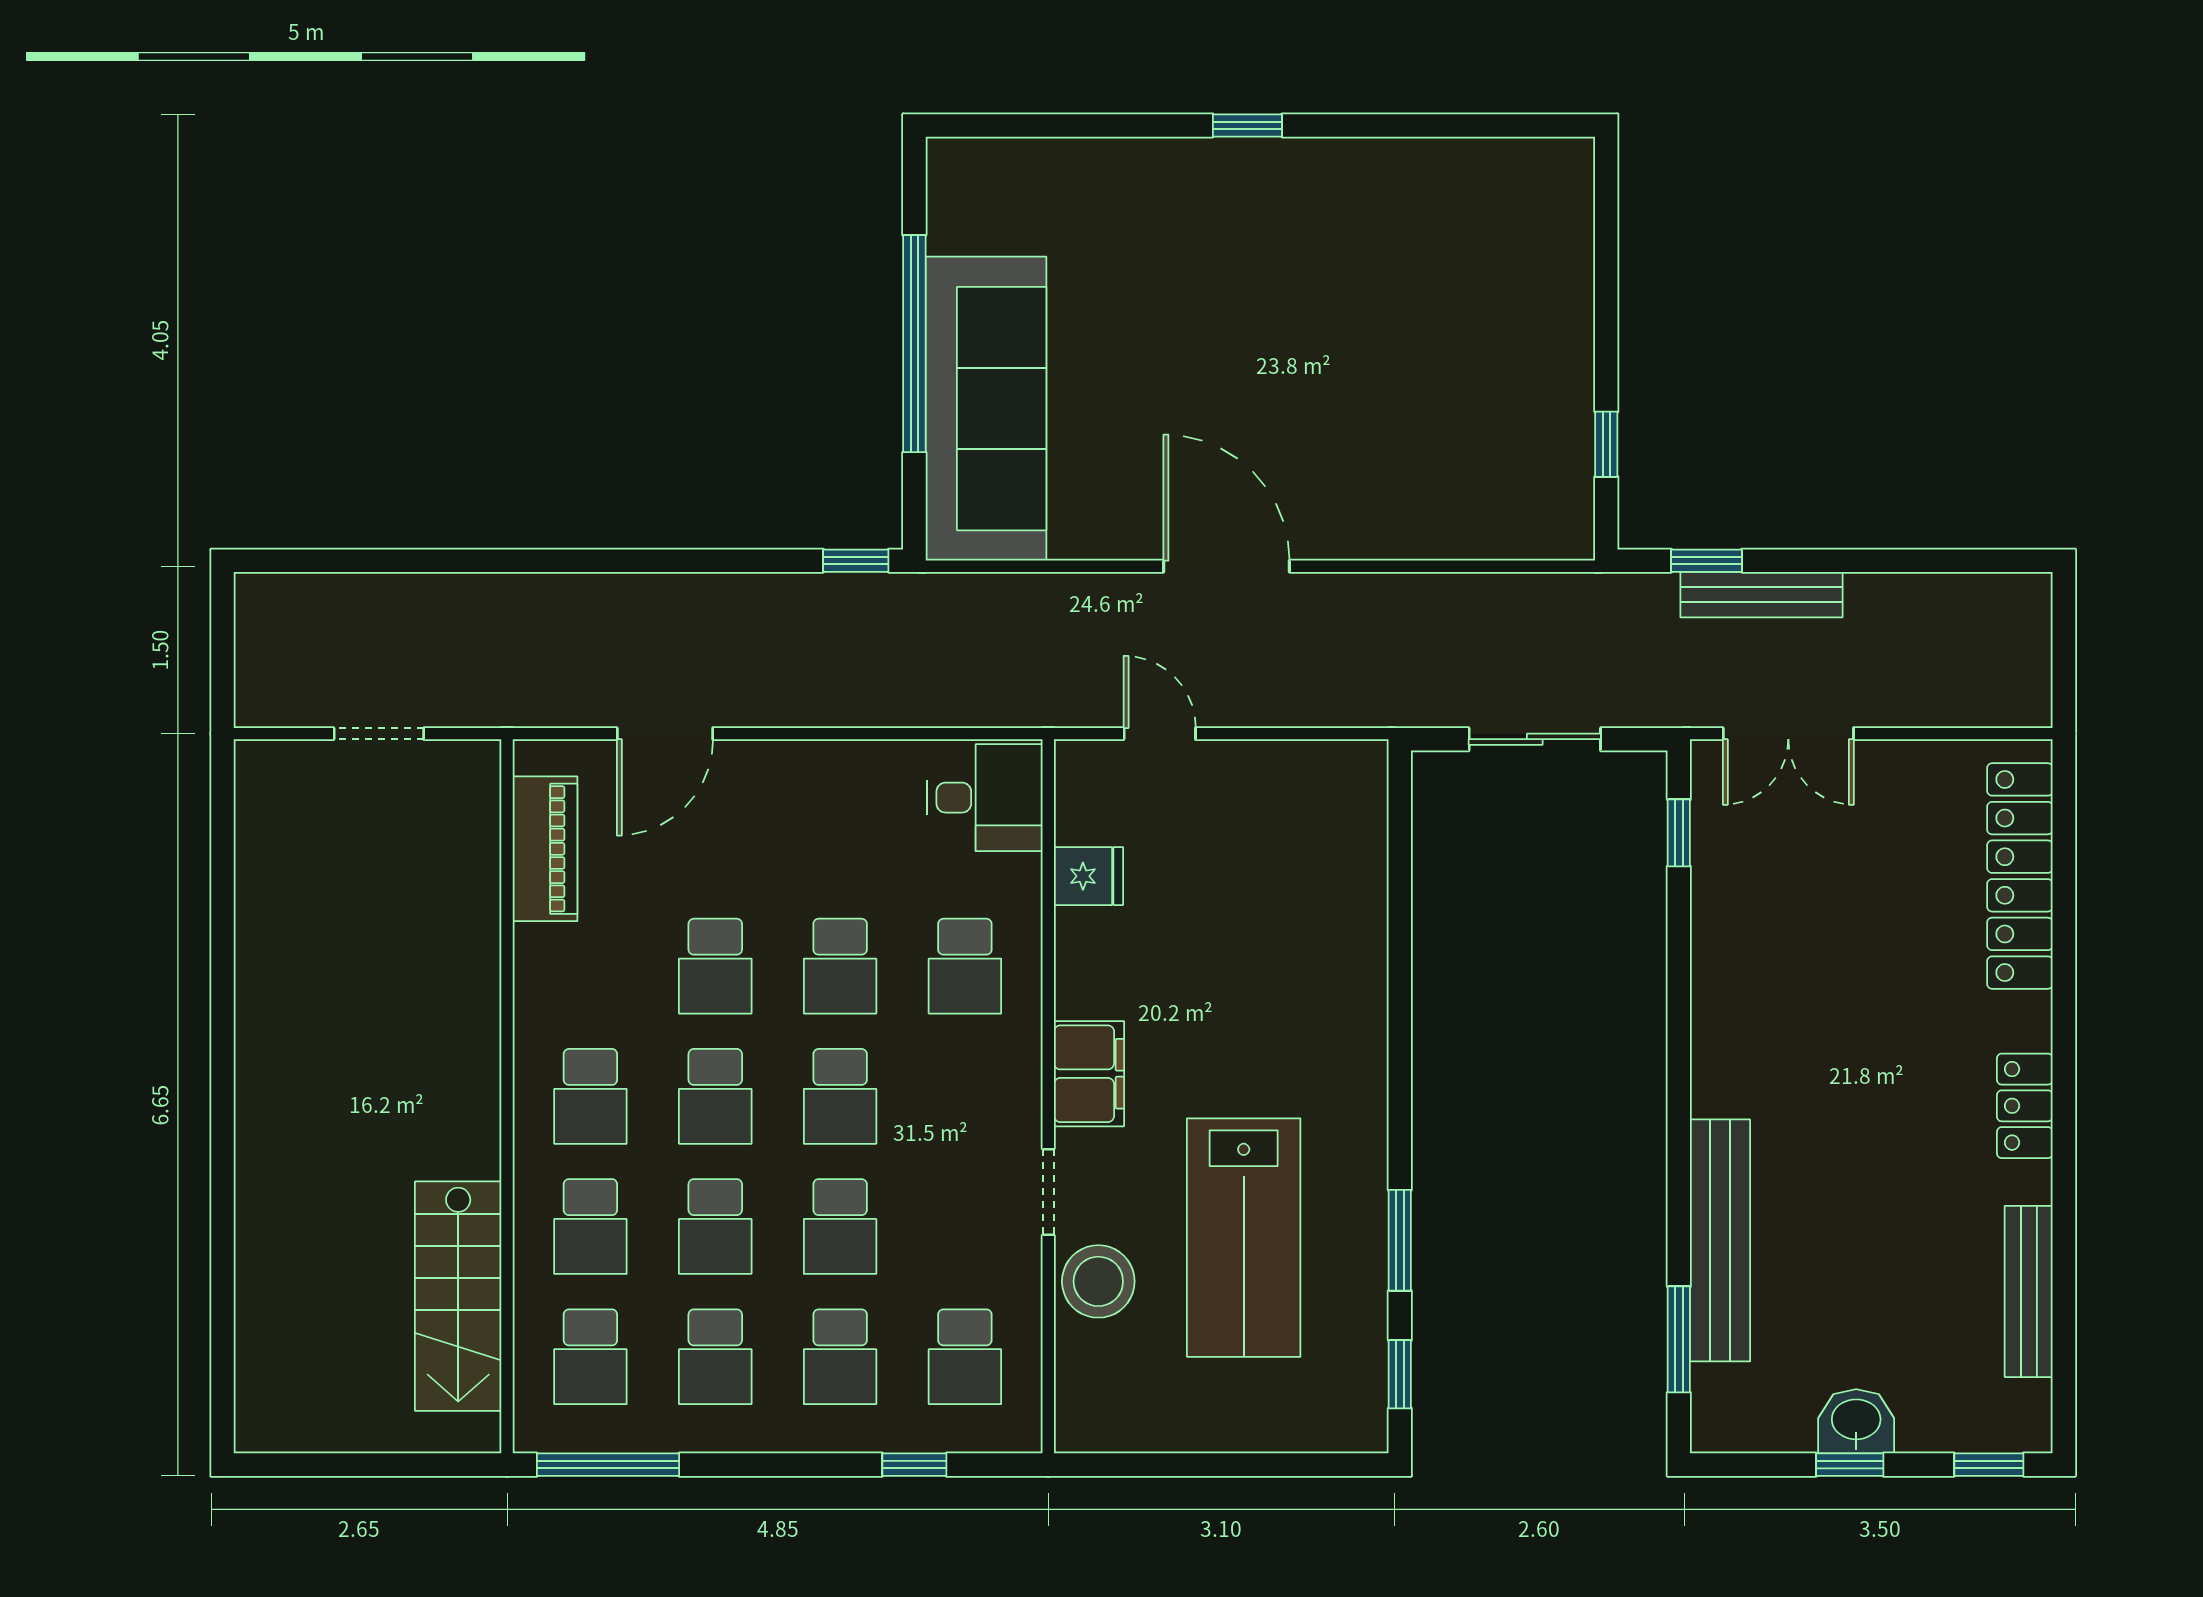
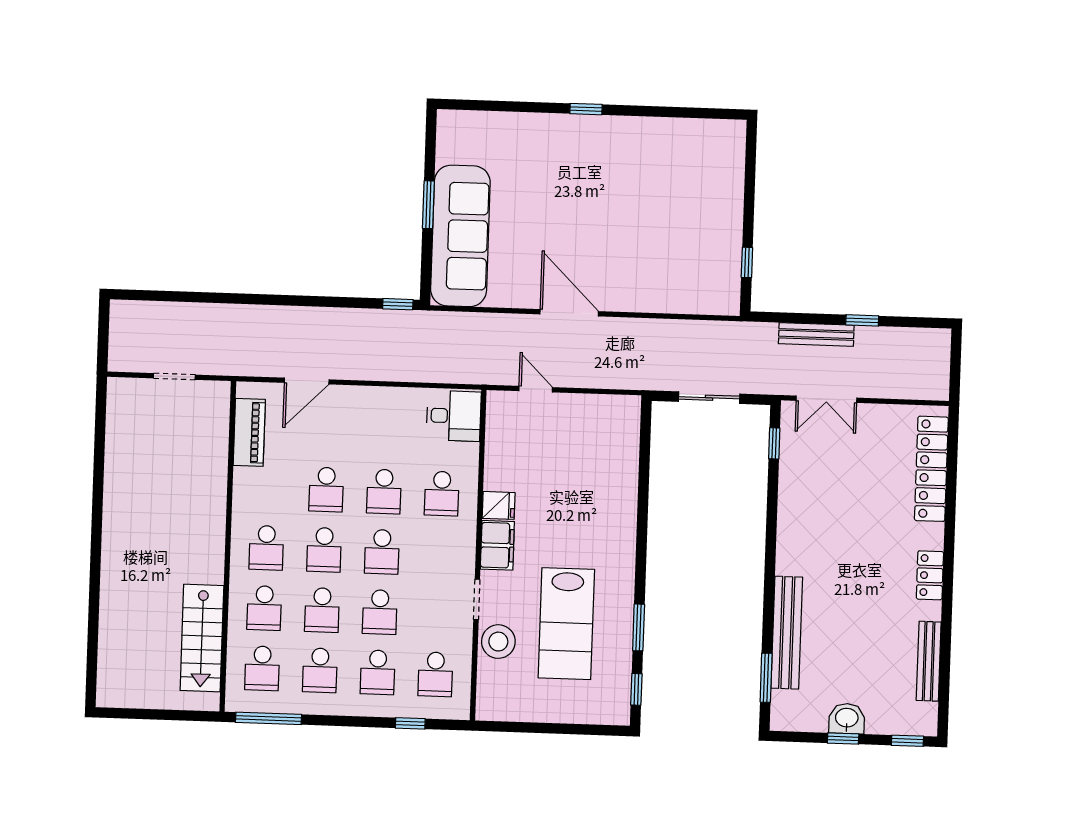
window: (914, 344) -> (428, 205), width x0.47
window: (1707, 561) -> (862, 320), moved
fridge: (1088, 876) -> (499, 505), moved

